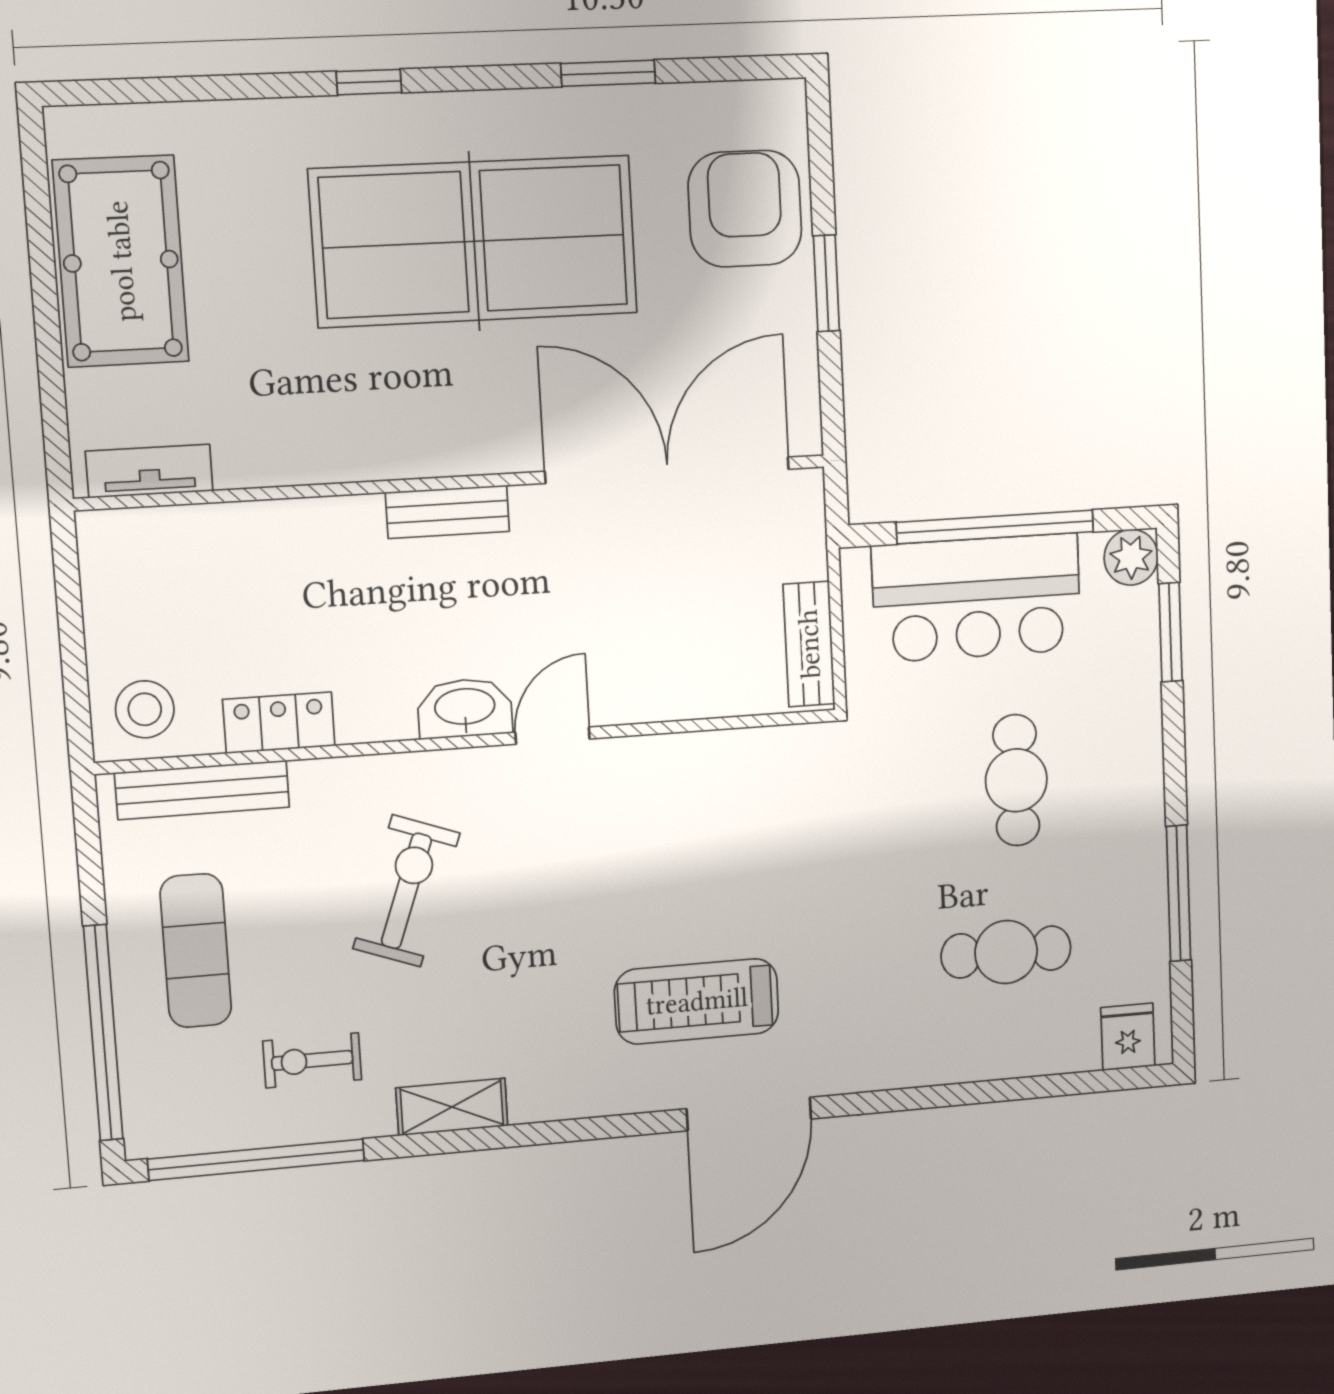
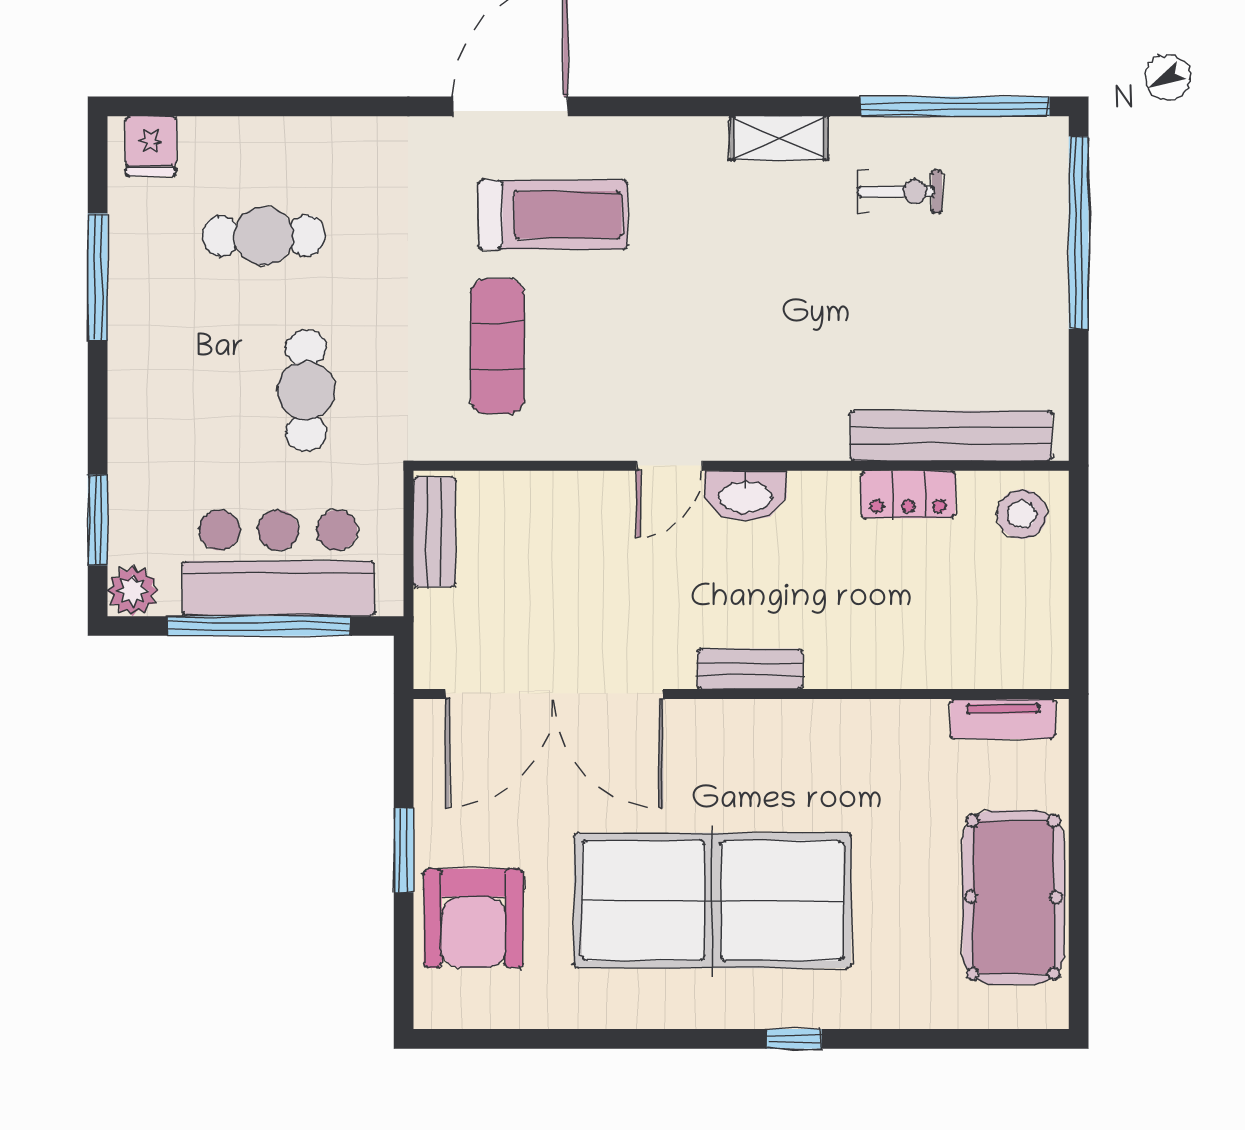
window: (608, 73) -> (588, 1039), removed
cafe table: (1016, 780) -> (306, 390), moved
bench: (202, 790) -> (951, 436), width x1.37, depth x1.21
exercise bike: (406, 891) -> (807, 337), removed
exercise mat: (196, 951) -> (497, 346), moved

